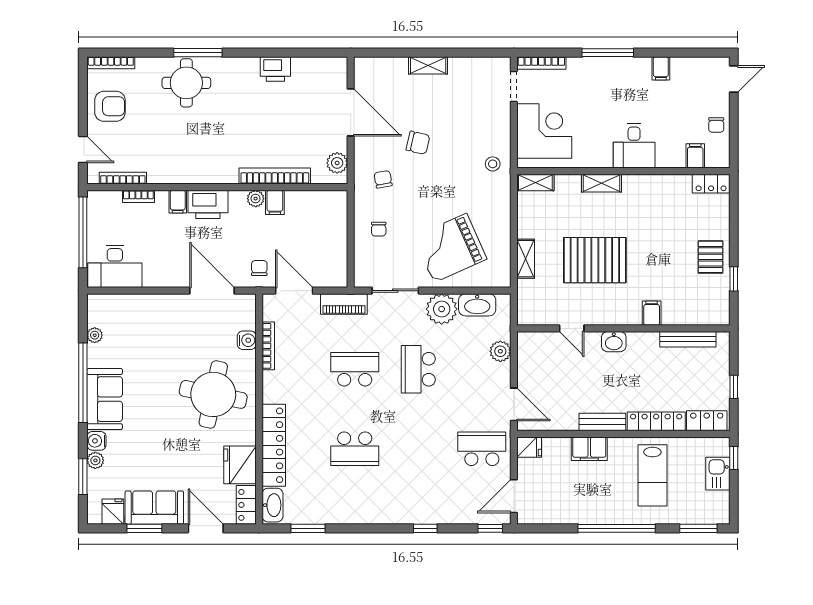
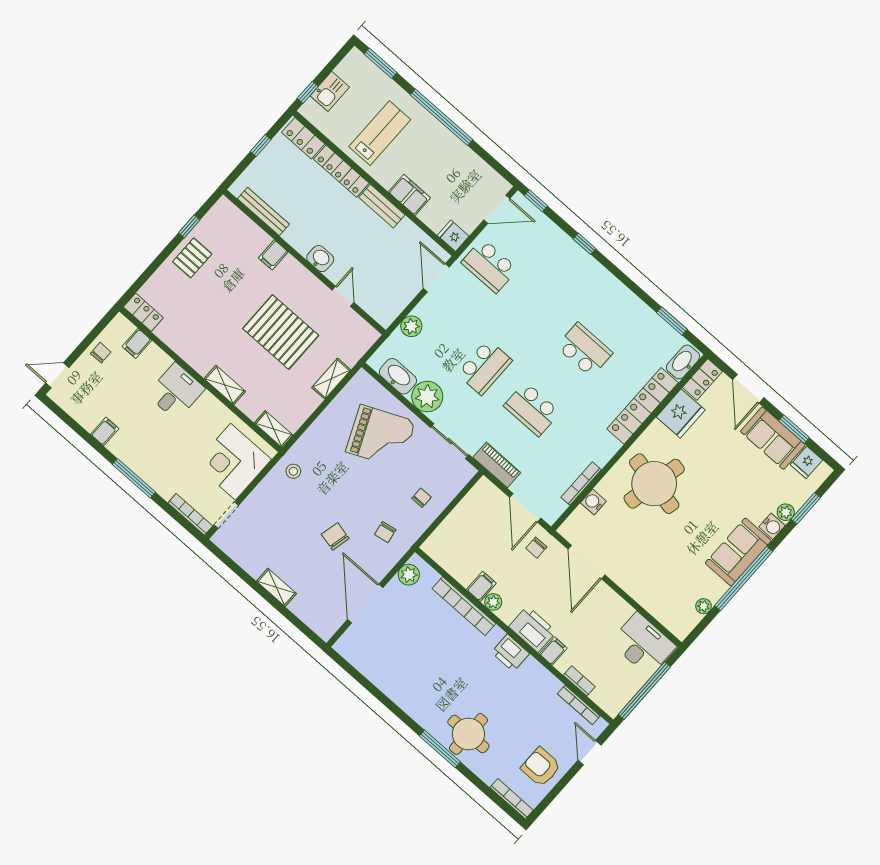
printer: (275, 69) -> (510, 653), moved, turned 180

